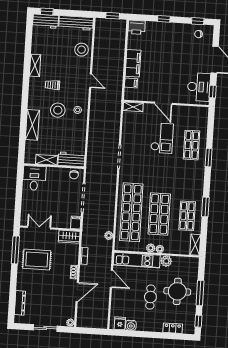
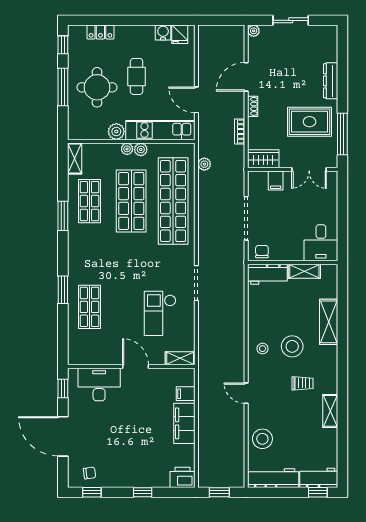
desk: (199, 87) -> (99, 385), moved, turned 90
checkout: (162, 138) -> (160, 313), moved
filing cabinet: (76, 223) -> (276, 180), moved
dresser: (20, 303) -> (331, 81), moved

